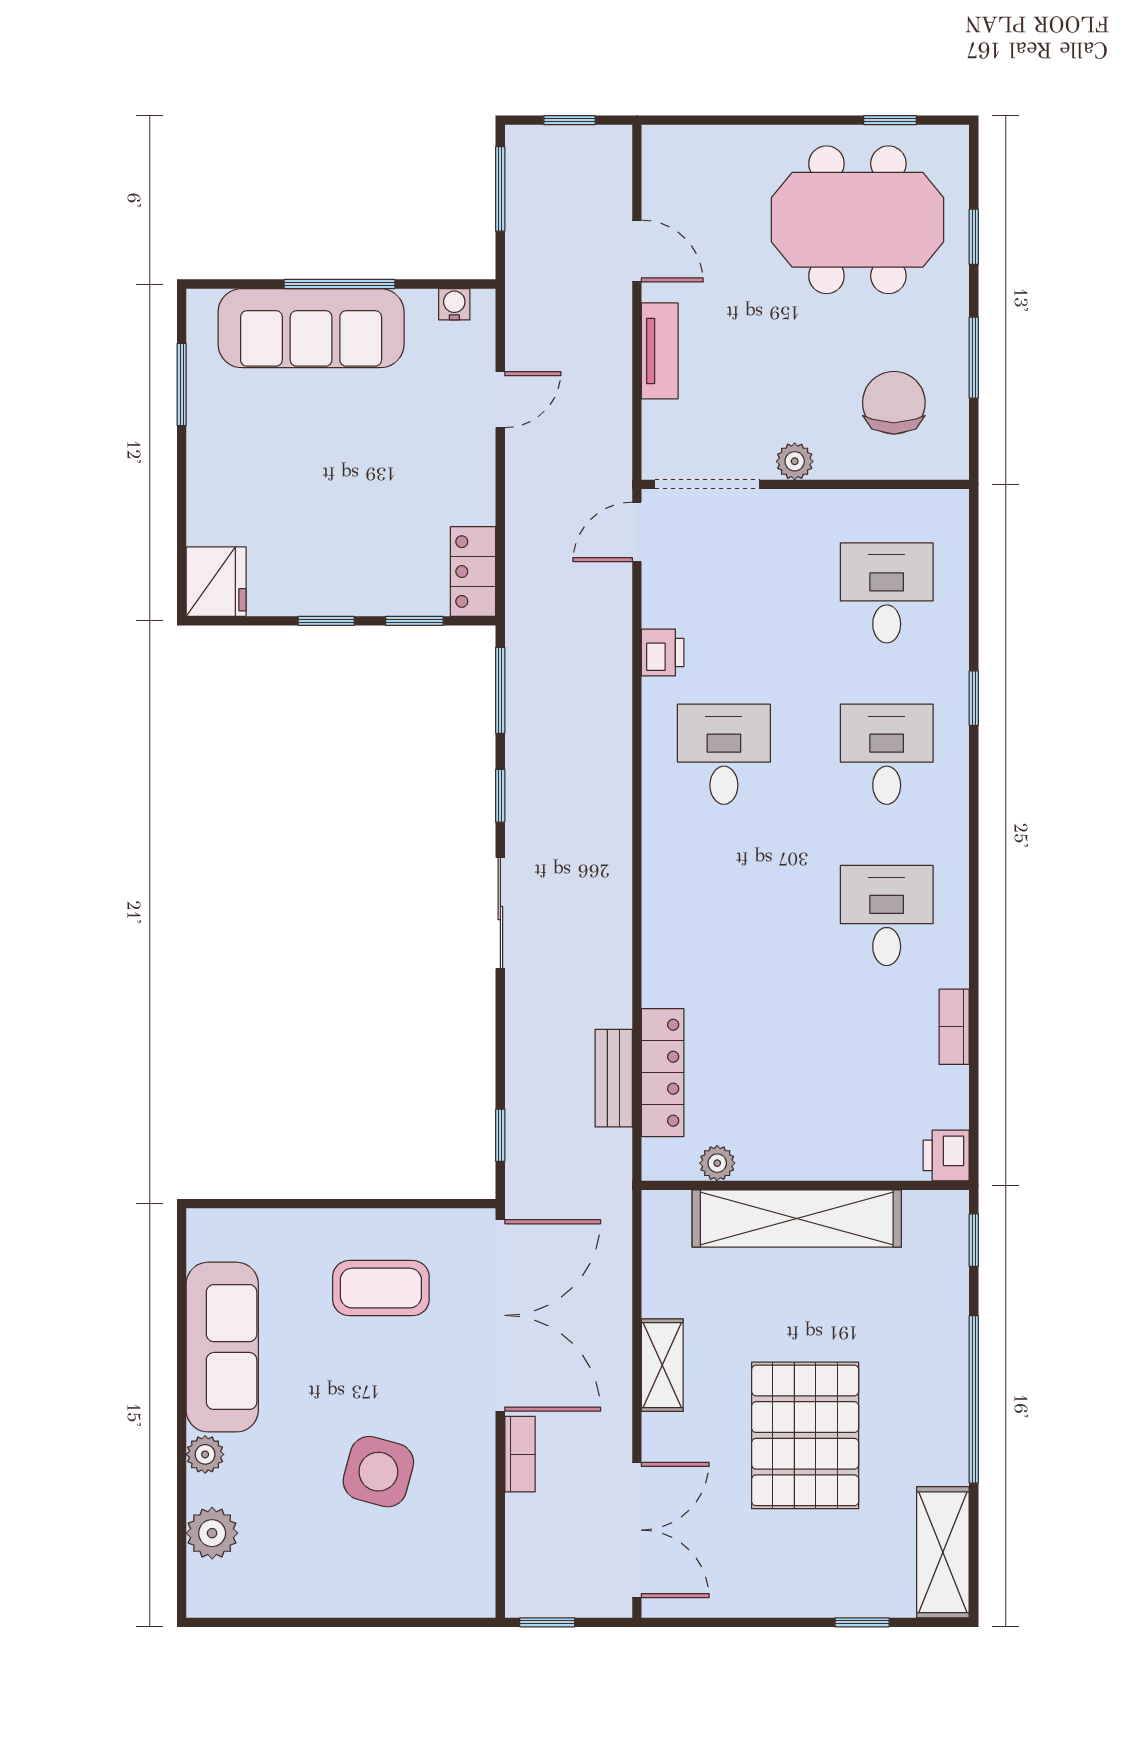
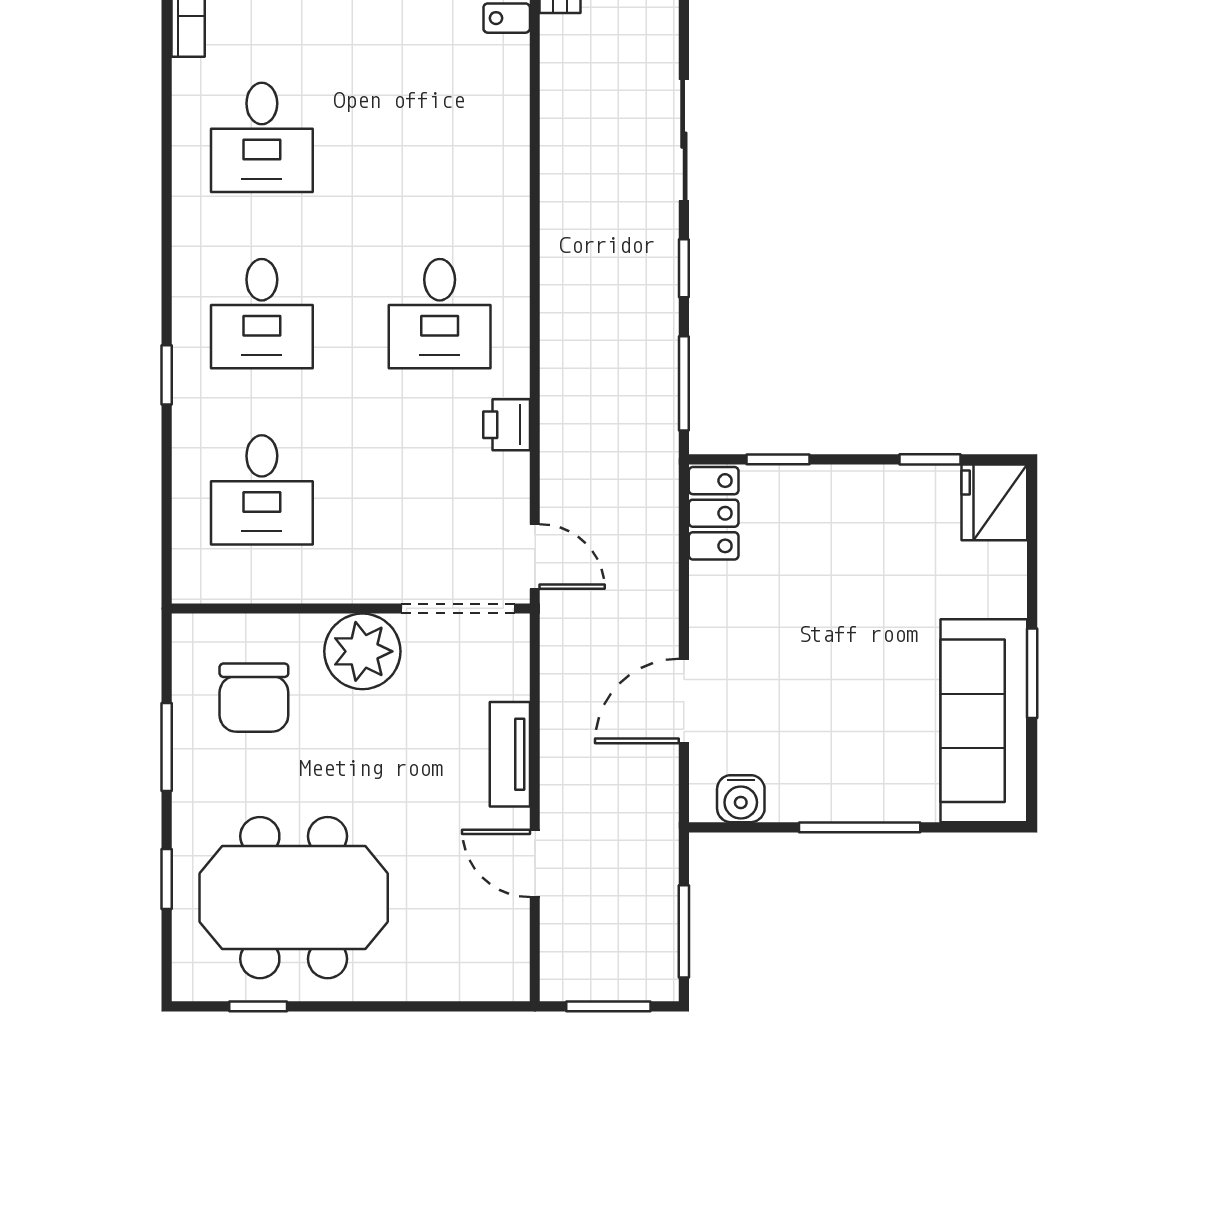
window: (569, 120) -> (608, 1006), width x1.50
water cooler: (454, 304) -> (741, 799), width x1.38, depth x1.38
sofa: (311, 328) -> (984, 721), moved, turned -90
window: (182, 385) -> (1032, 673), moved
door: (500, 400) -> (684, 701), width x1.38
plant: (795, 461) -> (362, 651), width x1.87, depth x1.87
door: (637, 532) -> (535, 556), hinge flipped
window: (326, 621) -> (930, 459), moved

